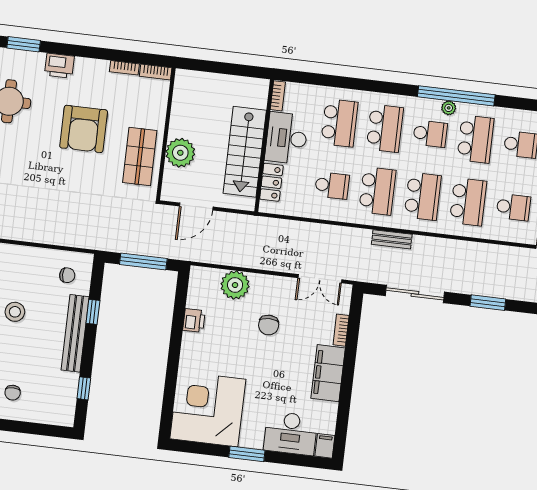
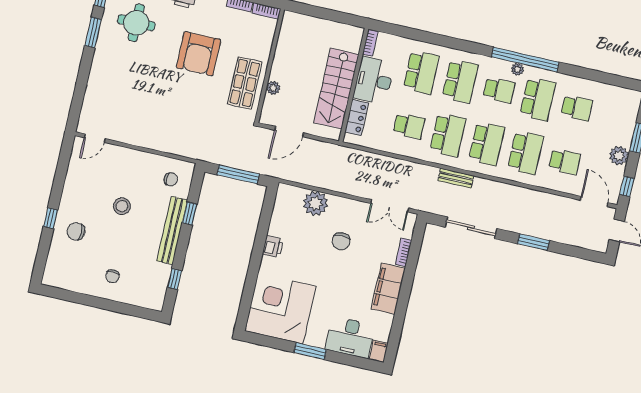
plant: (180, 153) -> (273, 88), width x0.53, depth x0.53
printer: (194, 321) -> (273, 247), moved

